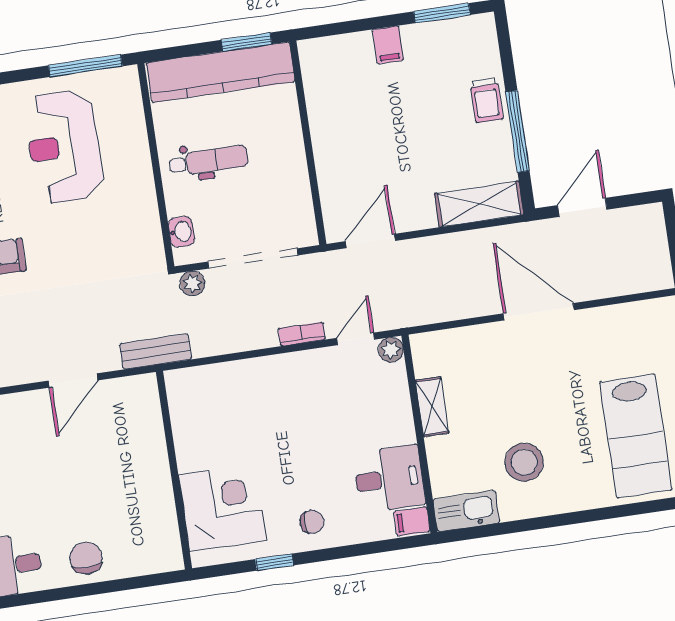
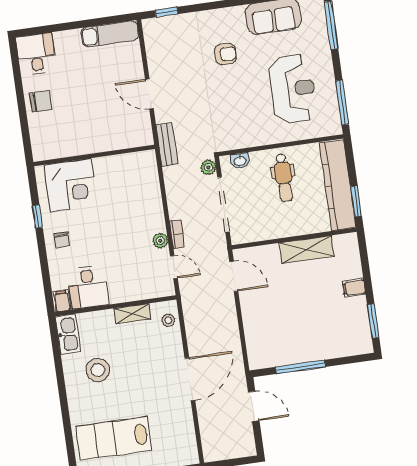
trolley: (487, 100) -> (320, 348), removed
reception desk: (64, 147) -> (293, 89), turned 90
shelving: (479, 204) -> (307, 249), moved, turned 90
stool: (442, 348) -> (168, 320), added
plant: (391, 350) -> (160, 241), moved

